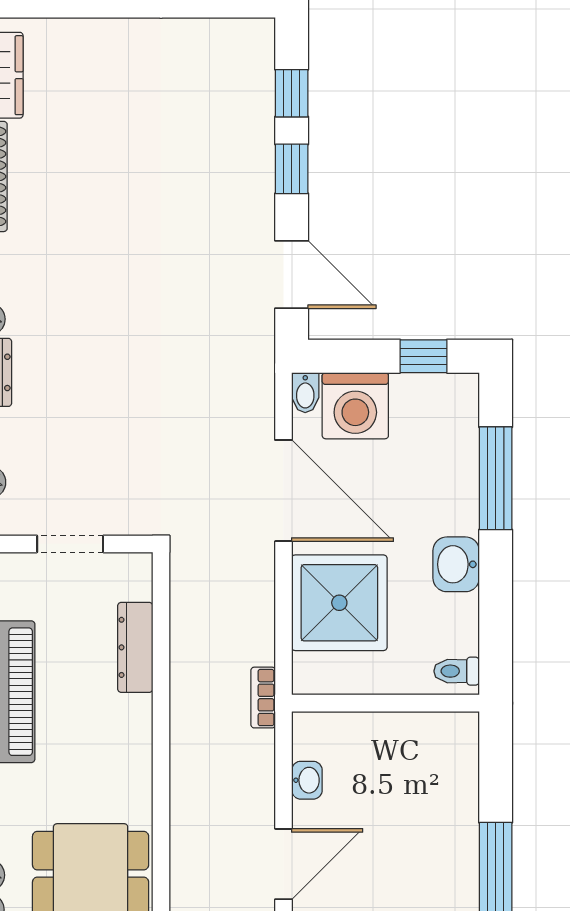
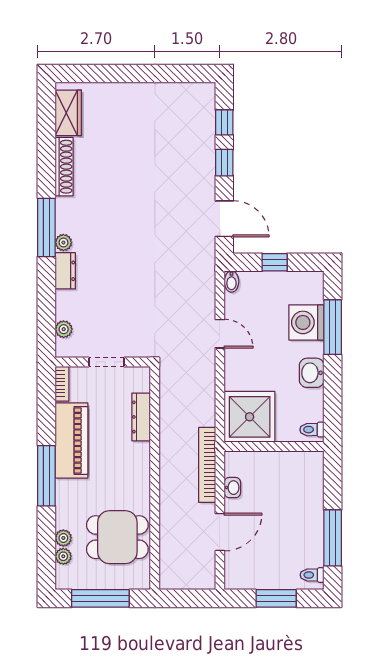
window: (424, 356) -> (275, 262), moved
washing machine: (355, 406) -> (306, 322), moved, turned 90
door: (283, 491) -> (220, 334), width x0.53
shower: (339, 603) -> (250, 417), moved
bookcase: (263, 698) -> (207, 465), width x2.31, depth x1.31

